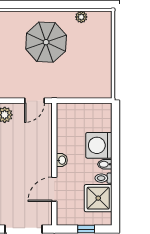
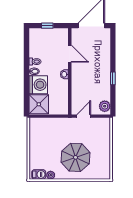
barbecue: (98, 18) -> (39, 174), added
door: (54, 189) -> (70, 54), hinge flipped
shower: (98, 198) -> (39, 104), moved

